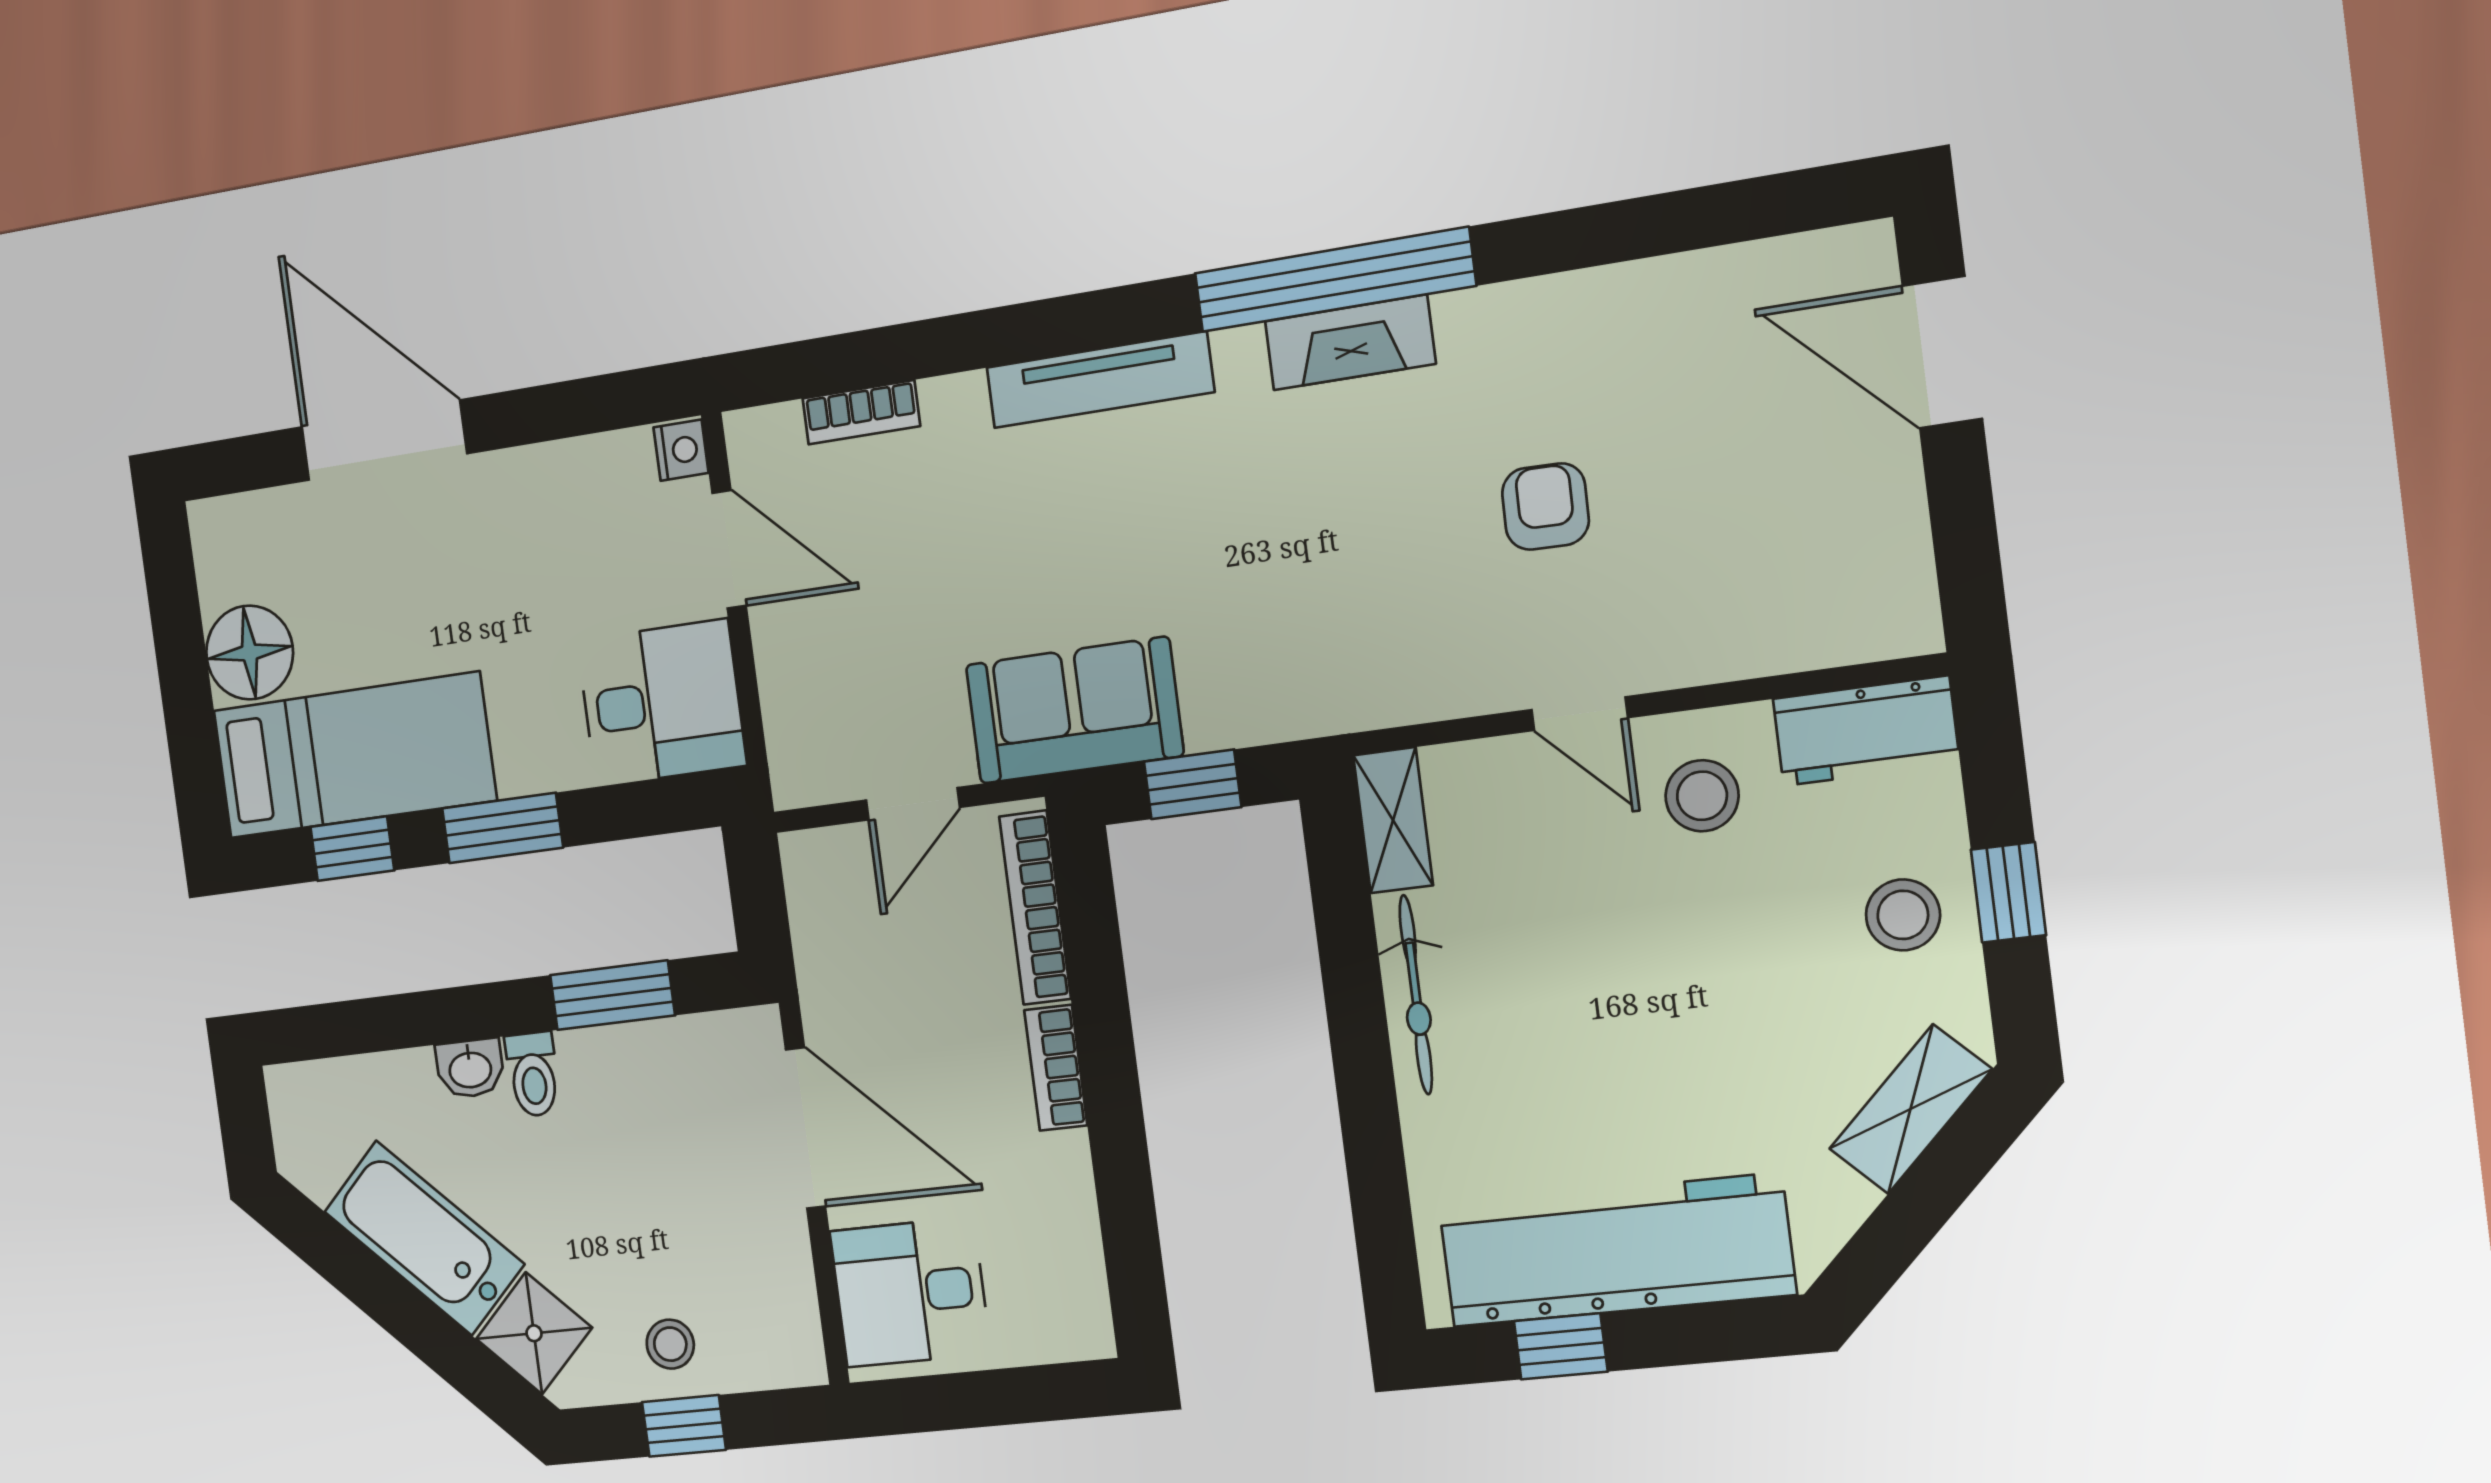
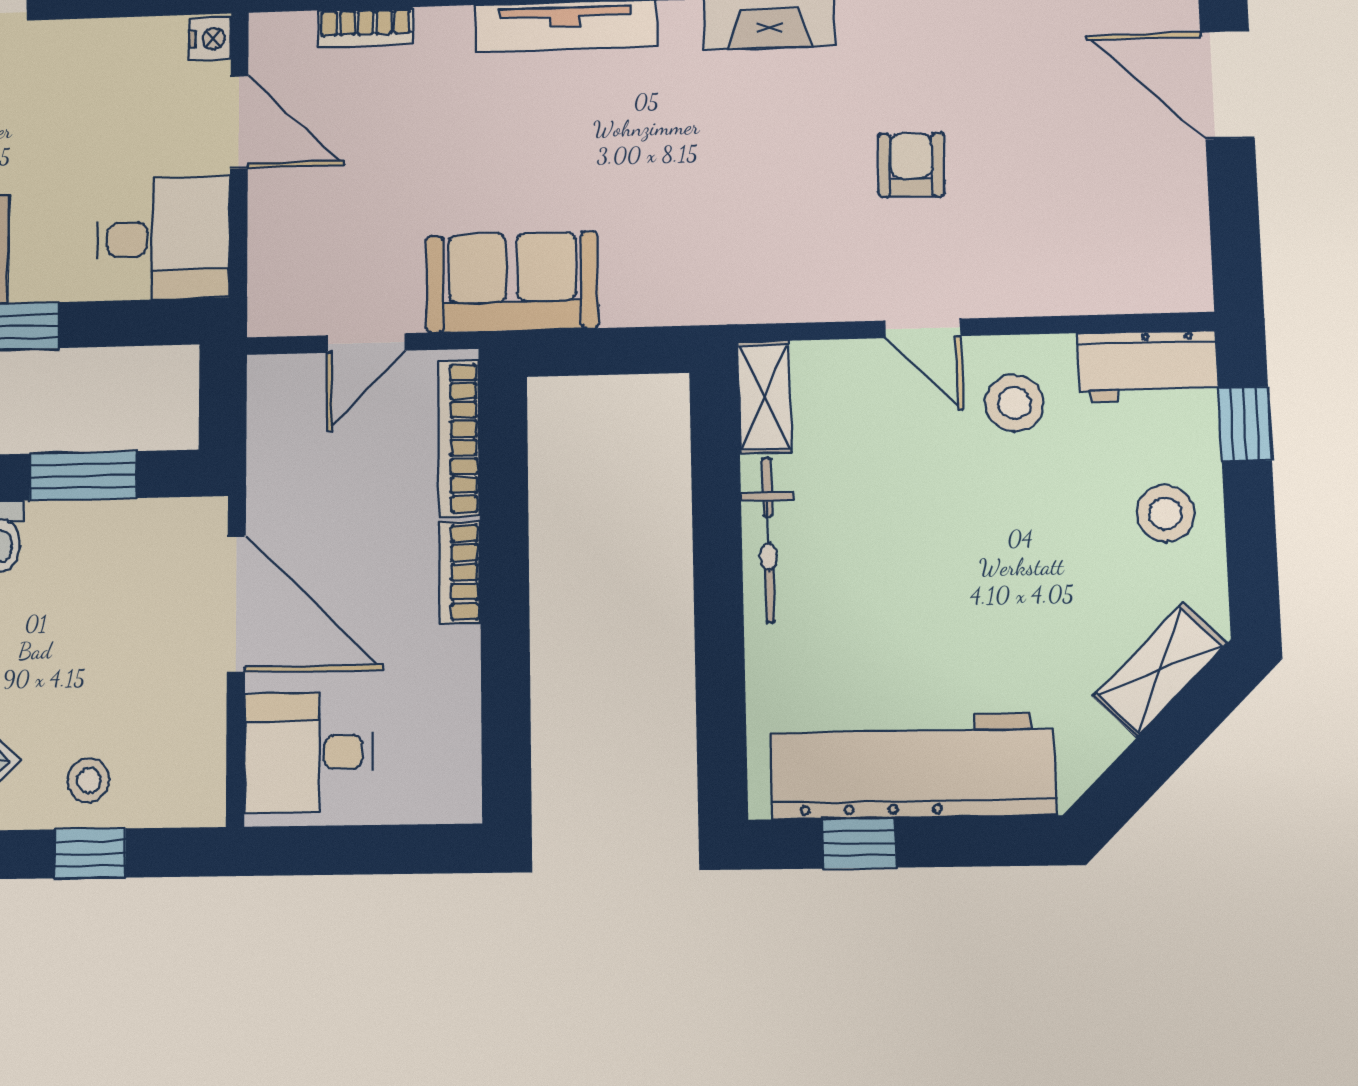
window: (1193, 784) -> (603, 351), removed
window: (2008, 892) -> (1245, 424), moved

